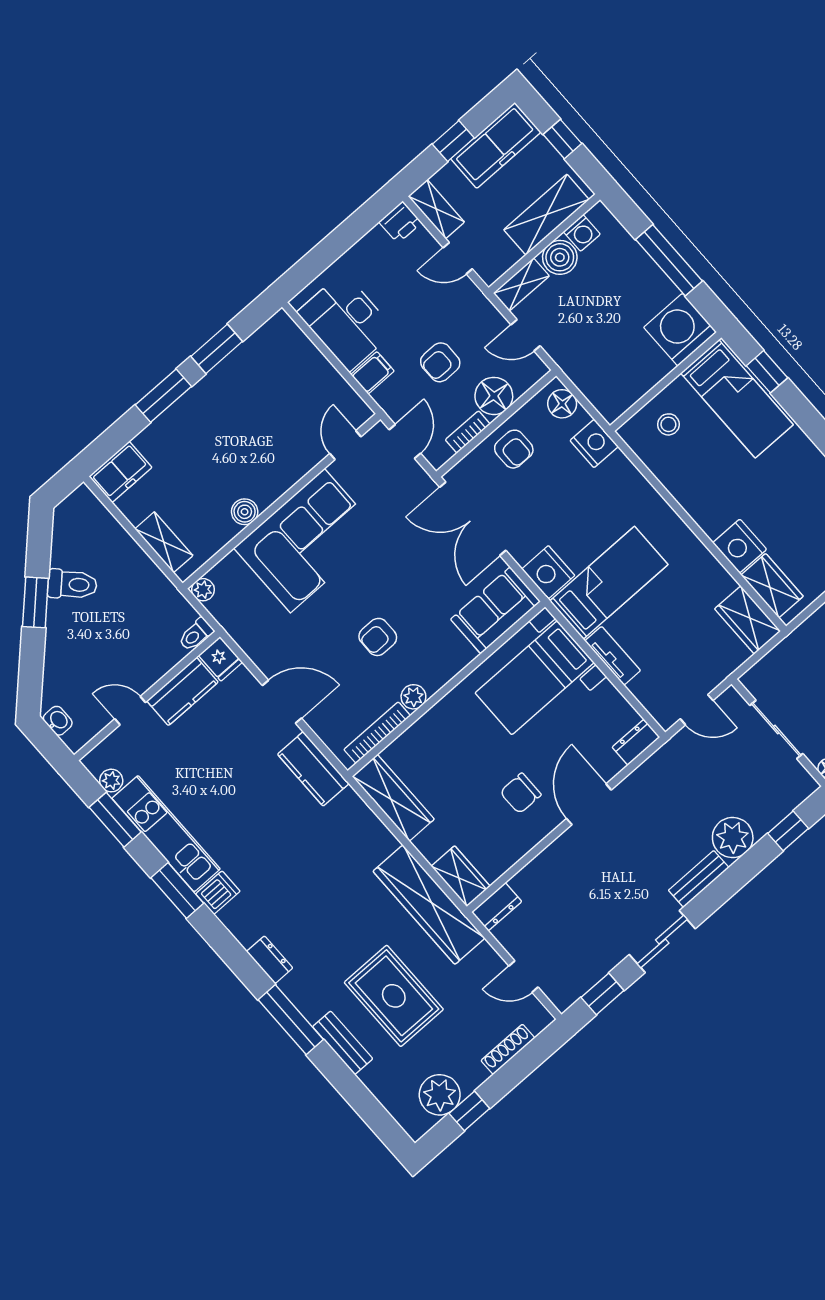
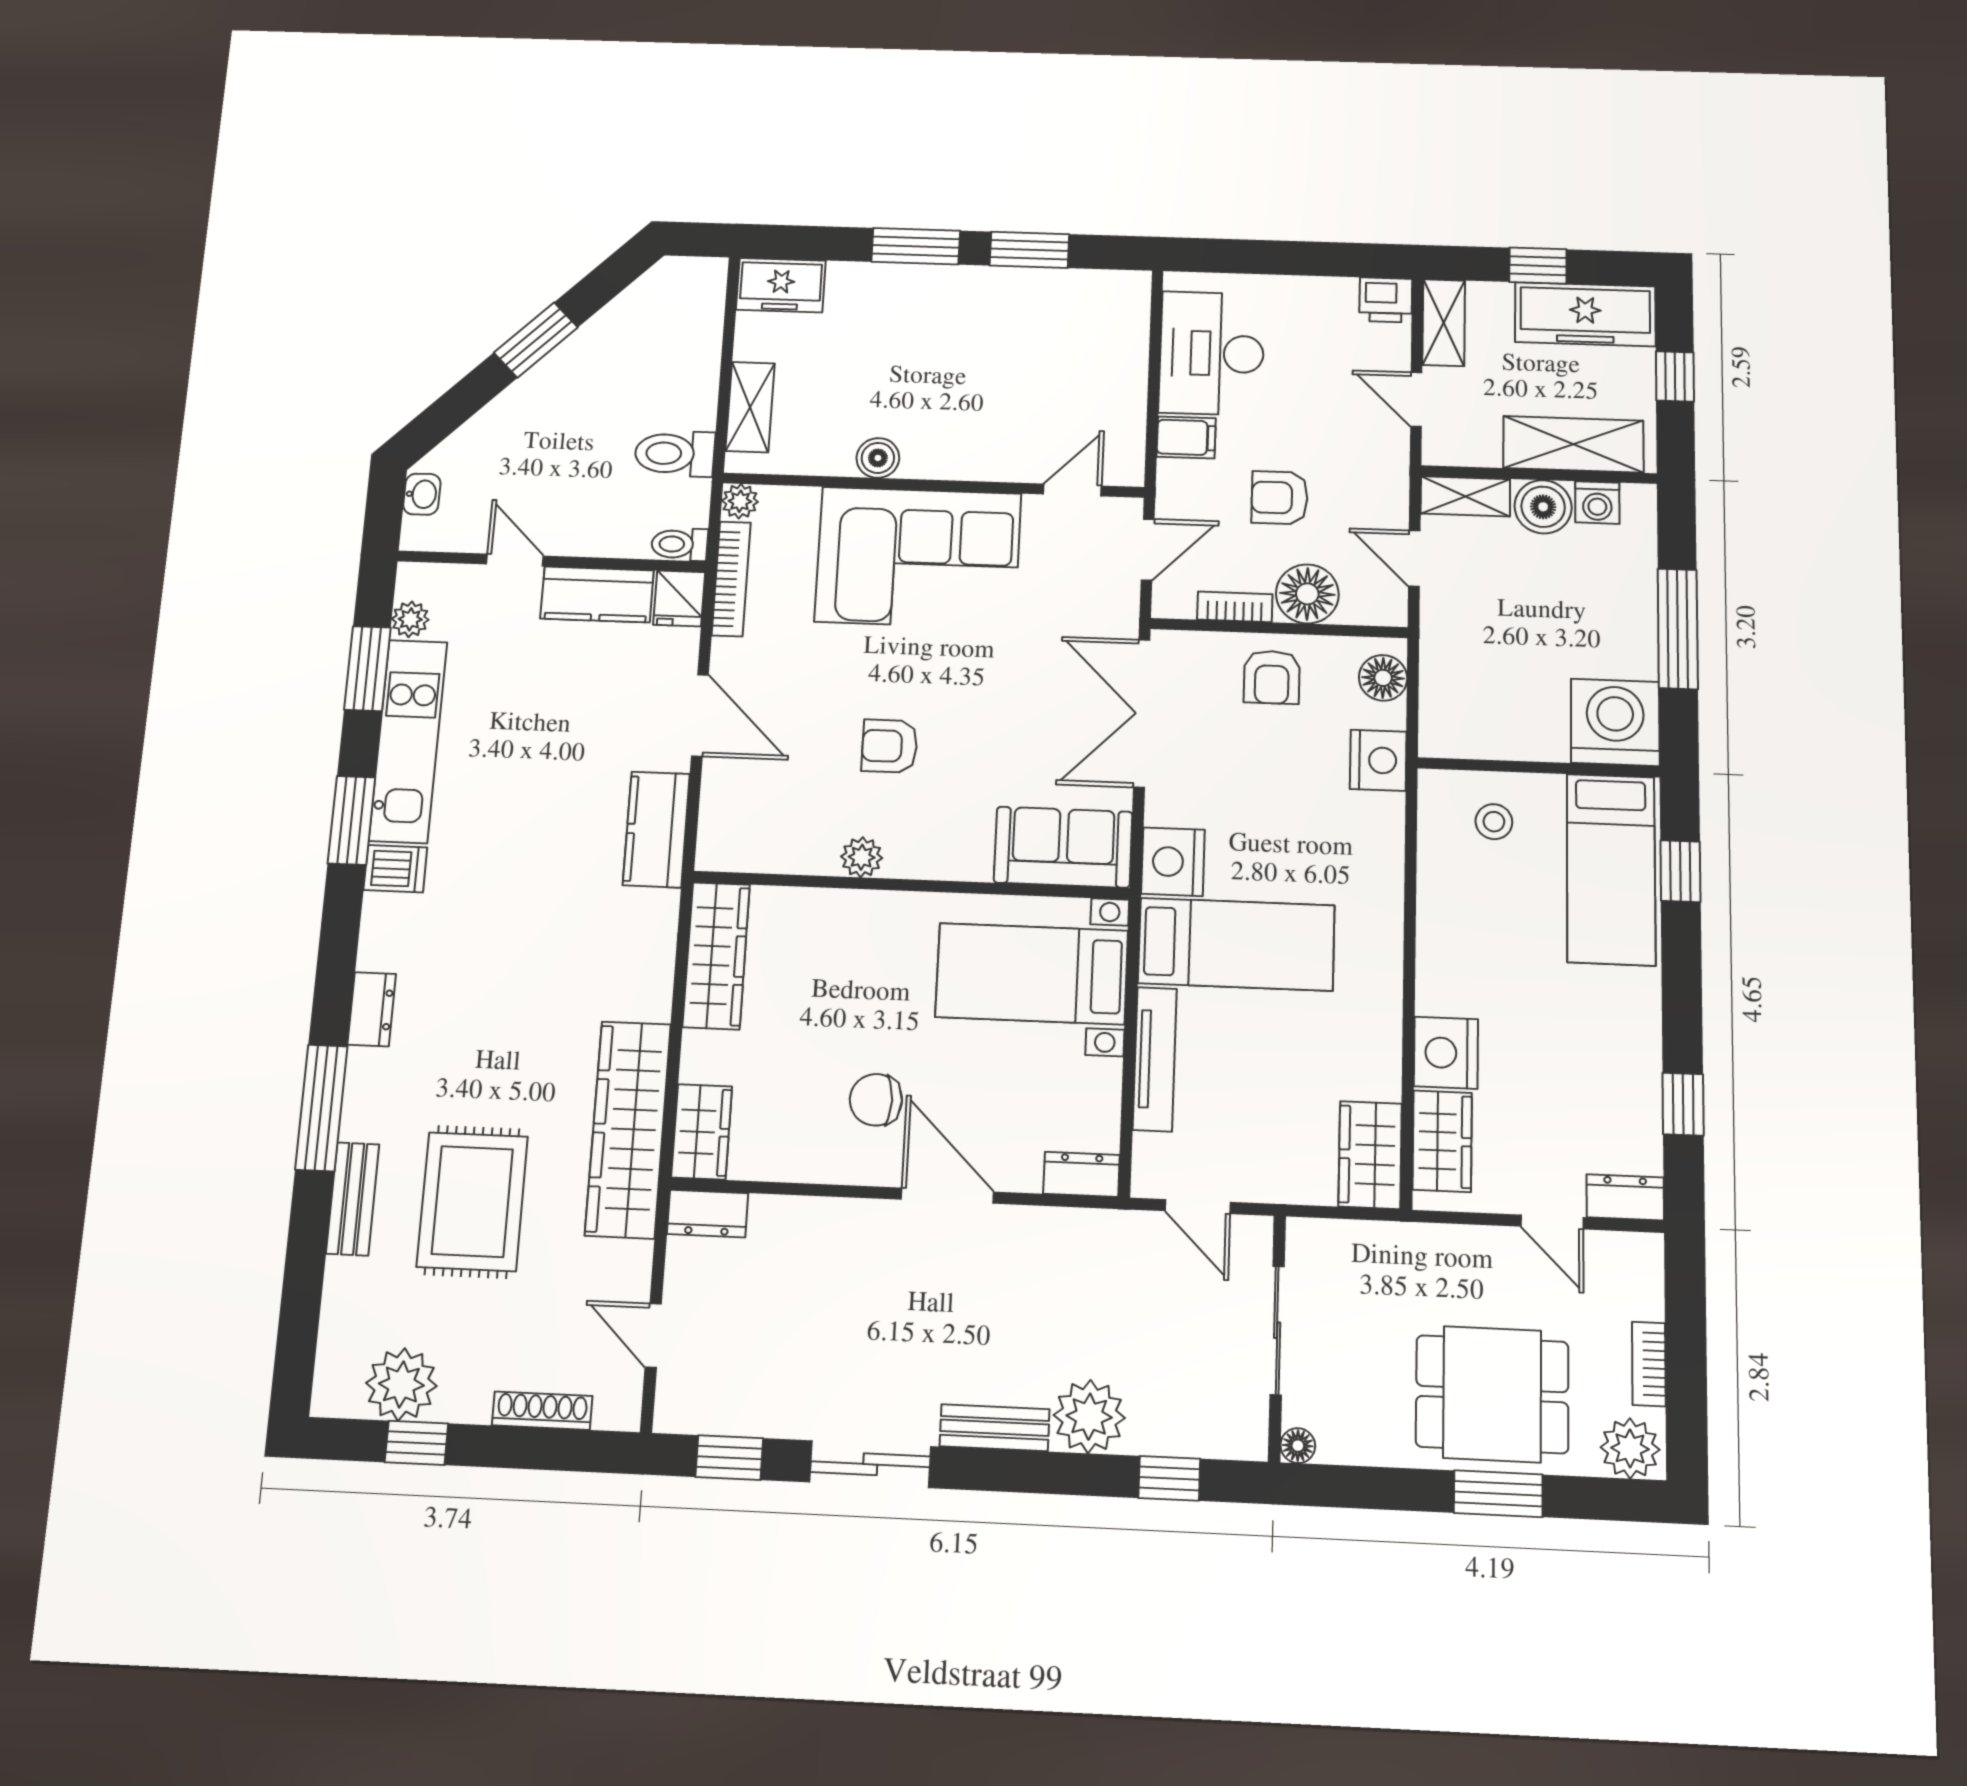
toilet: (72, 584) -> (675, 454), moved, turned 135
tv unit: (613, 656) -> (1155, 1059), width x1.41
bookcase: (377, 733) -> (731, 579), moved, turned 90
door: (589, 804) -> (947, 1196), hinge flipped

